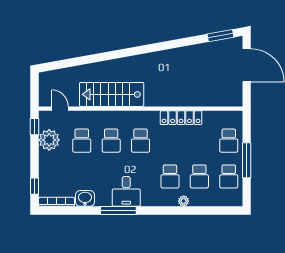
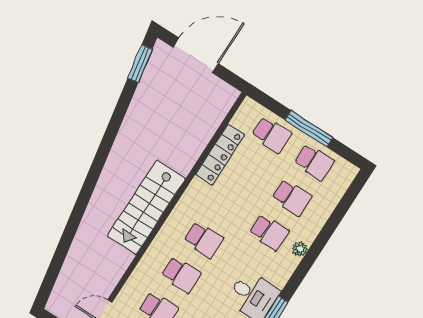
stairs: (112, 94) -> (146, 207), moved
locker: (181, 118) -> (220, 155), moved
plant: (184, 201) -> (300, 249), moved

